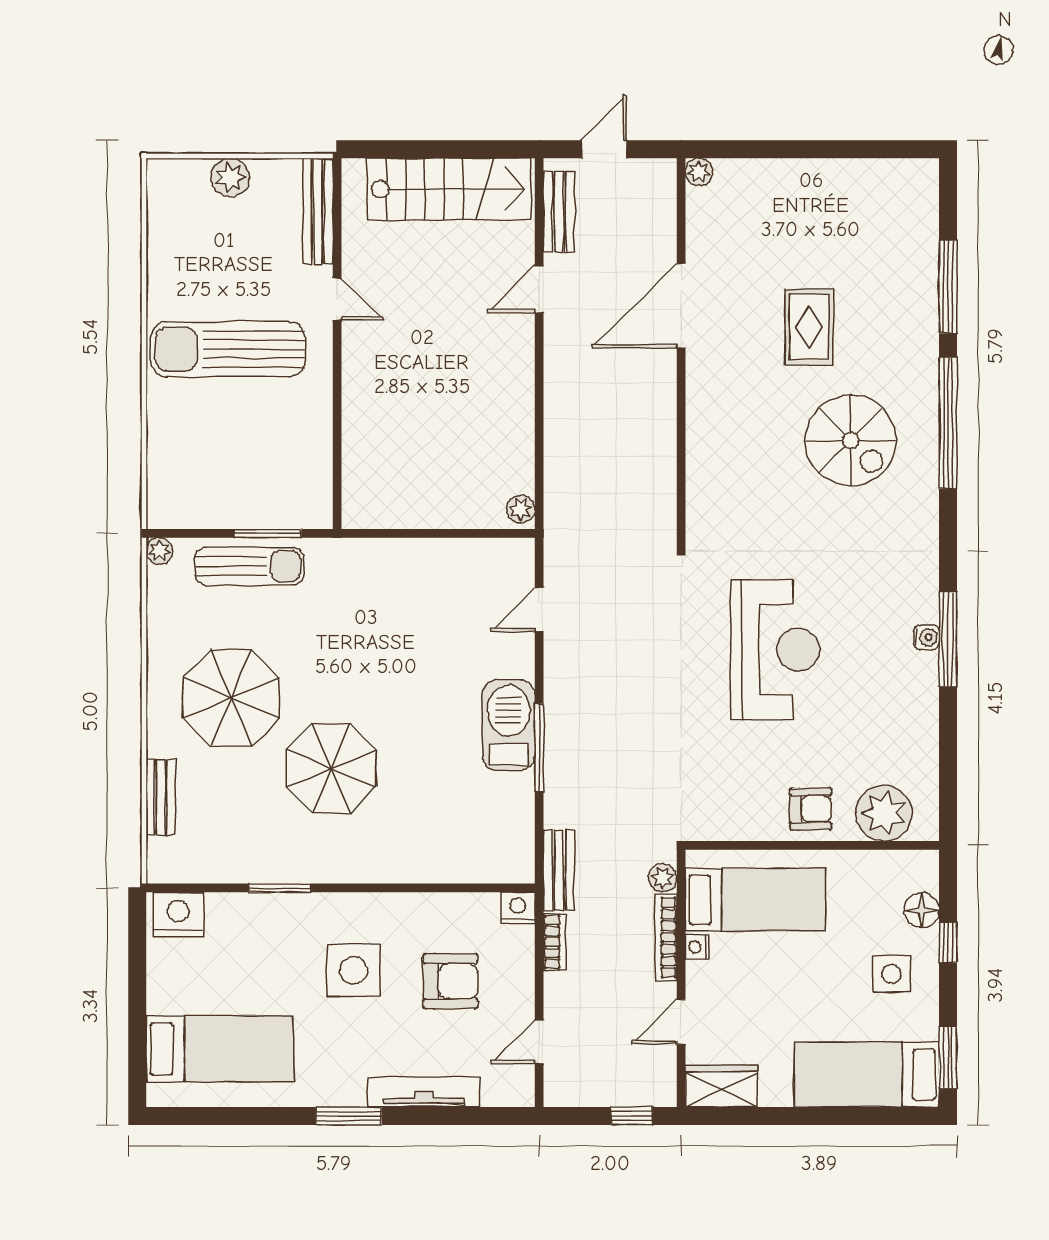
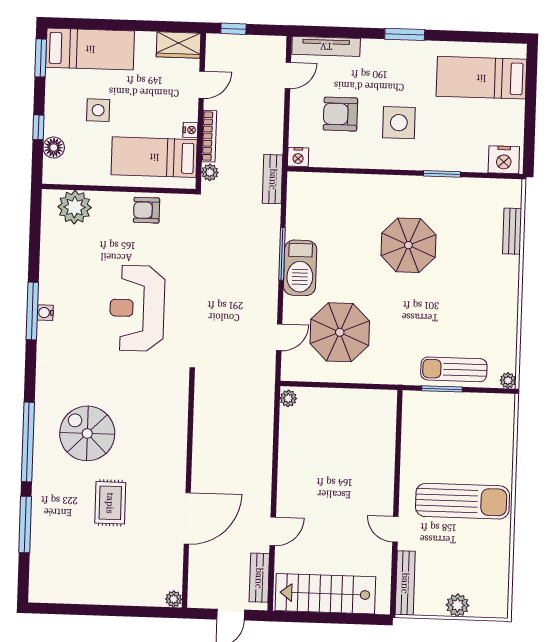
parasol: (231, 698) -> (340, 332), moved
armchair: (811, 809) -> (147, 210), moved
bookcase: (555, 942) -> (276, 136), removed
side table: (892, 974) -> (98, 110), moved
tv unit: (424, 1092) -> (326, 46), moved

